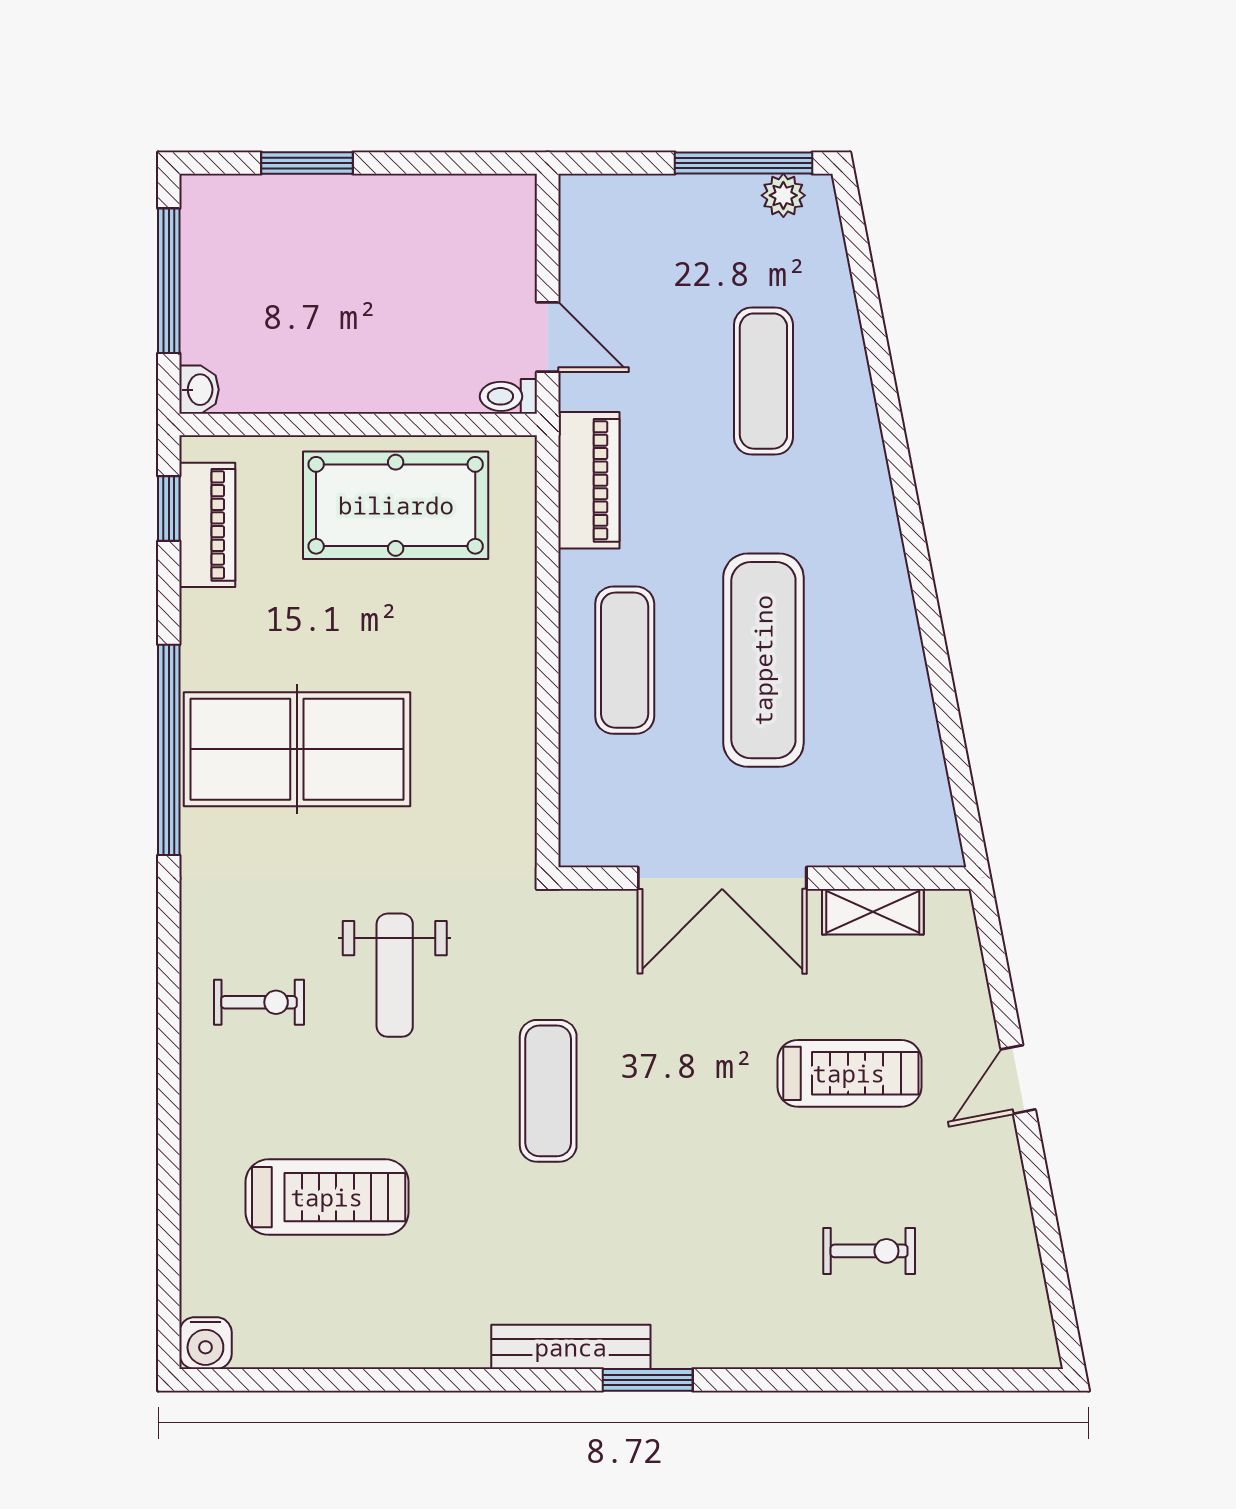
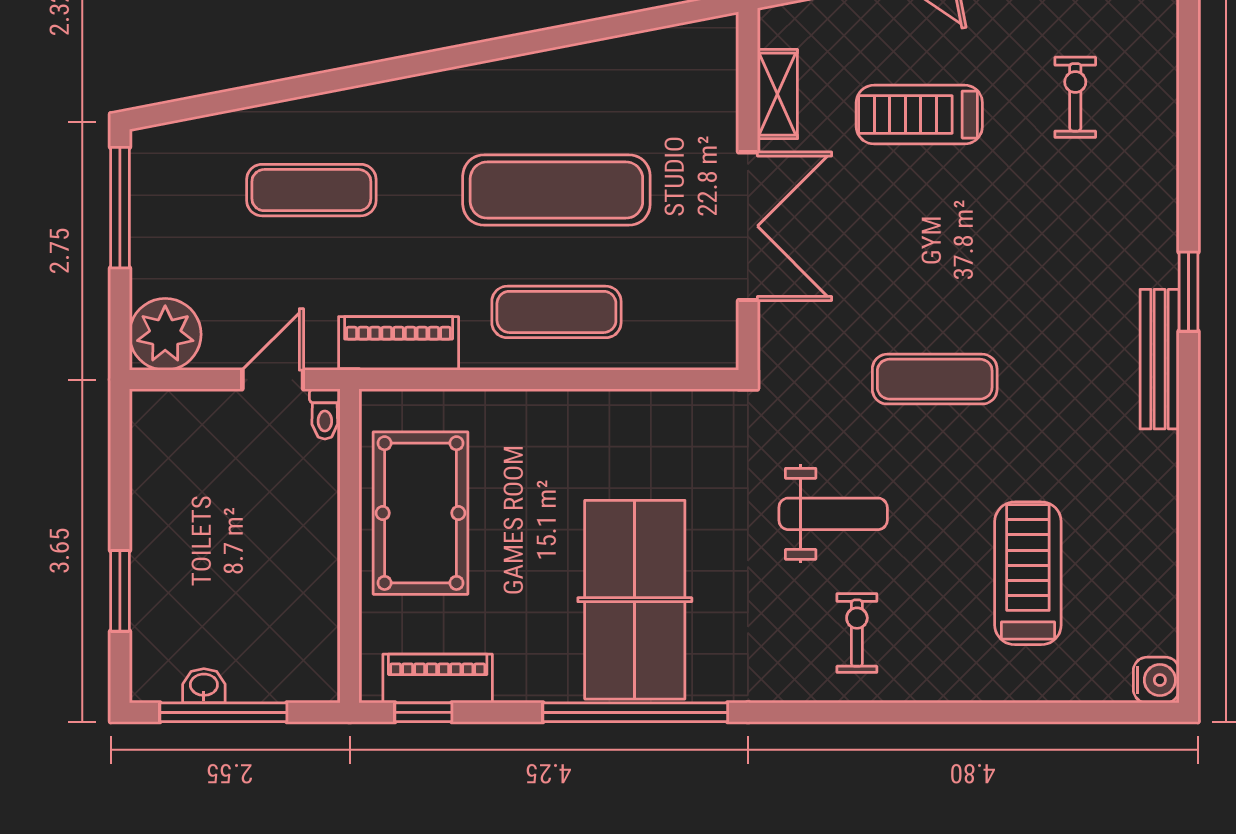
plant: (783, 195) -> (165, 334), moved, width x1.87, depth x1.87
washbasin: (199, 390) -> (204, 686), moved
treadmill: (849, 1073) -> (919, 115), turned -90

